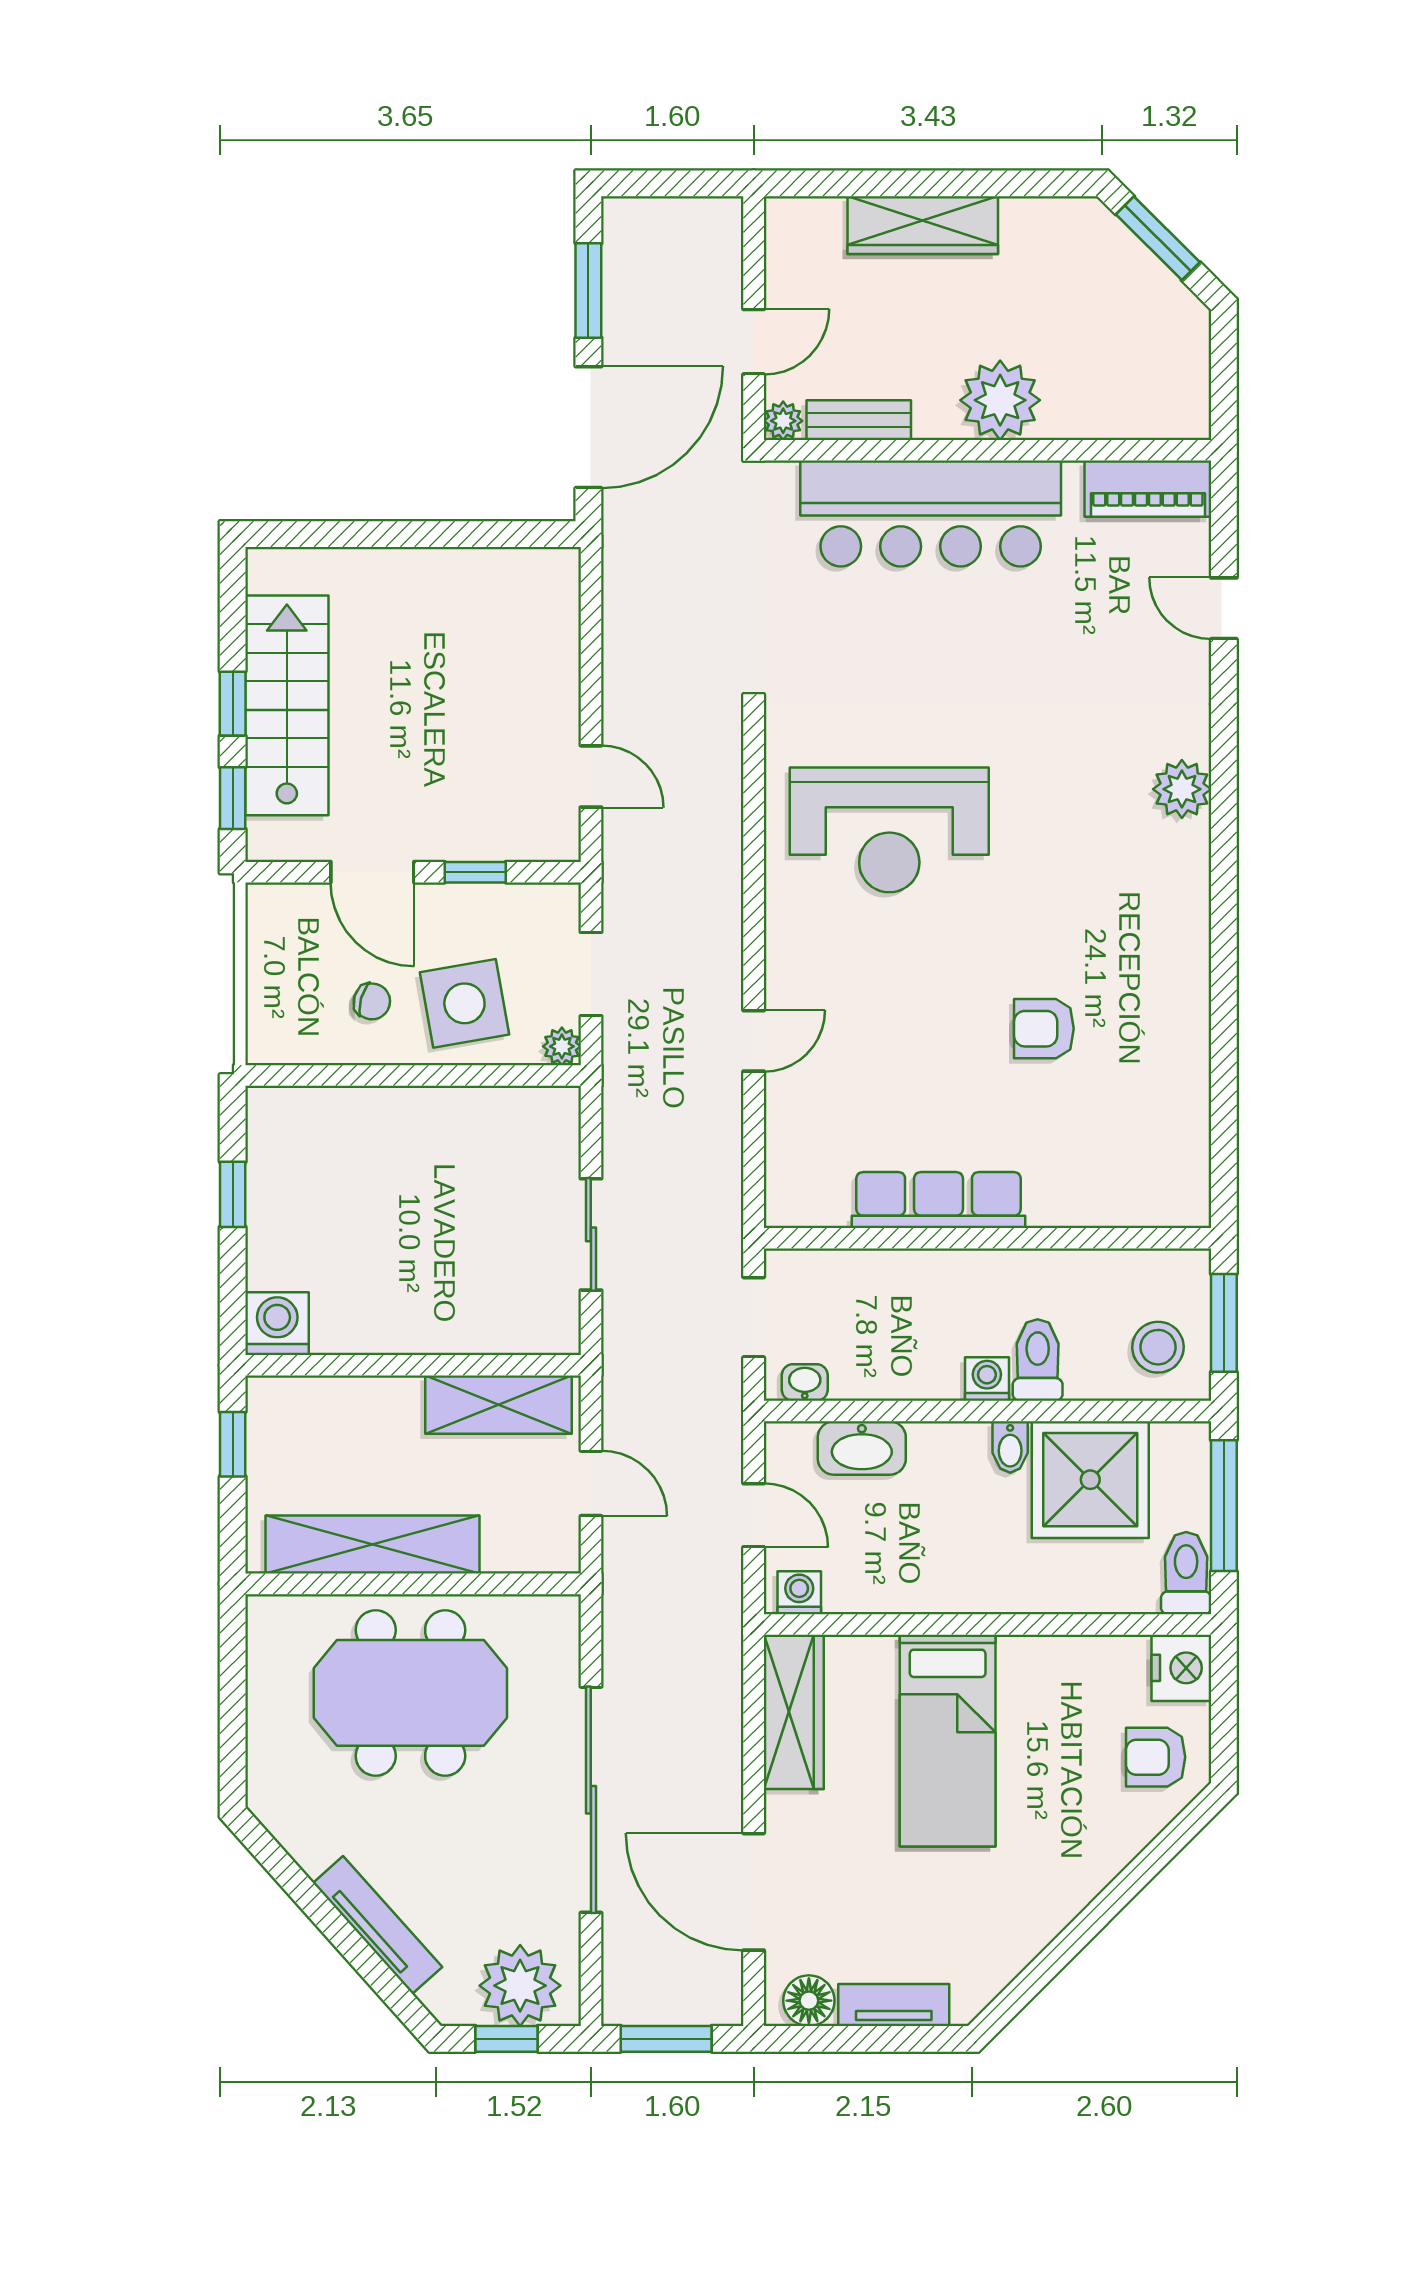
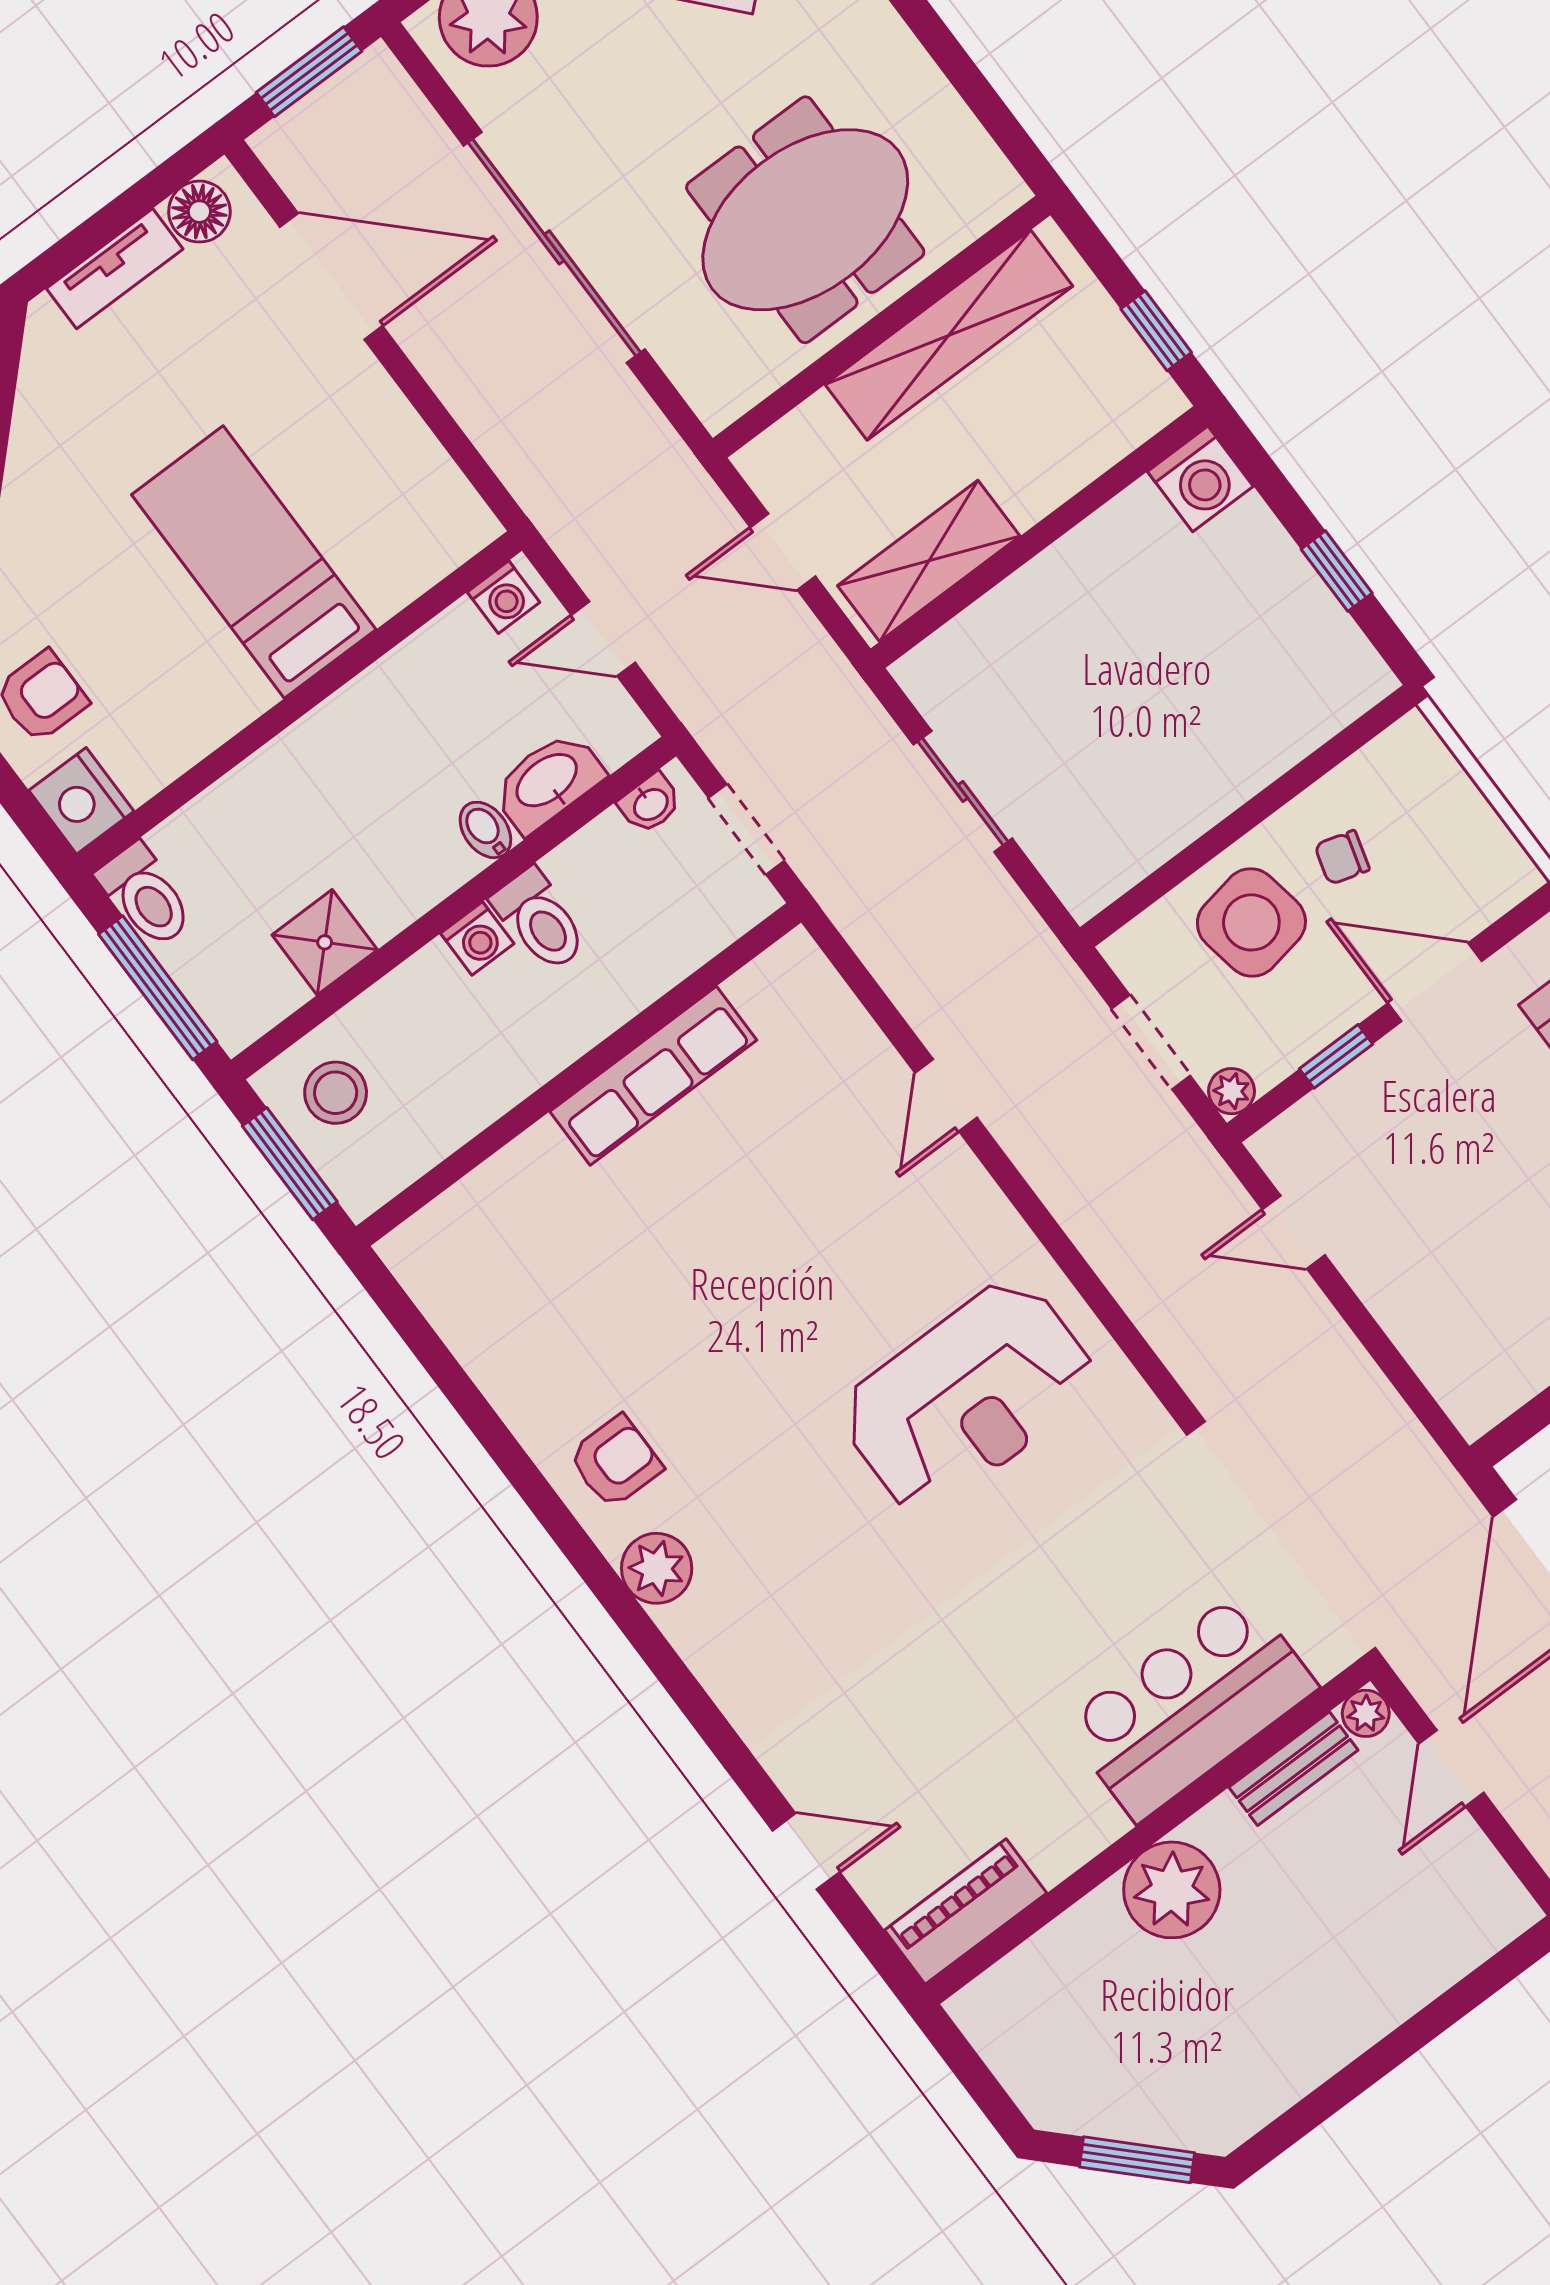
wardrobe: (923, 225) -> (1373, 2003), removed
bar counter: (931, 513) -> (1190, 1706), width x0.73
plant: (1182, 789) -> (657, 1568), moved
reception desk: (889, 830) -> (968, 1396), turned 180
armchair: (1044, 1029) -> (615, 1462), moved
plant: (562, 1046) -> (1231, 1091), moved
toilet: (1038, 1360) -> (540, 920), moved
bidet: (1010, 1447) -> (485, 830), moved
shower: (1090, 1480) -> (325, 942), width x0.54, depth x0.54
wardrobe: (794, 1712) -> (423, 478), removed

